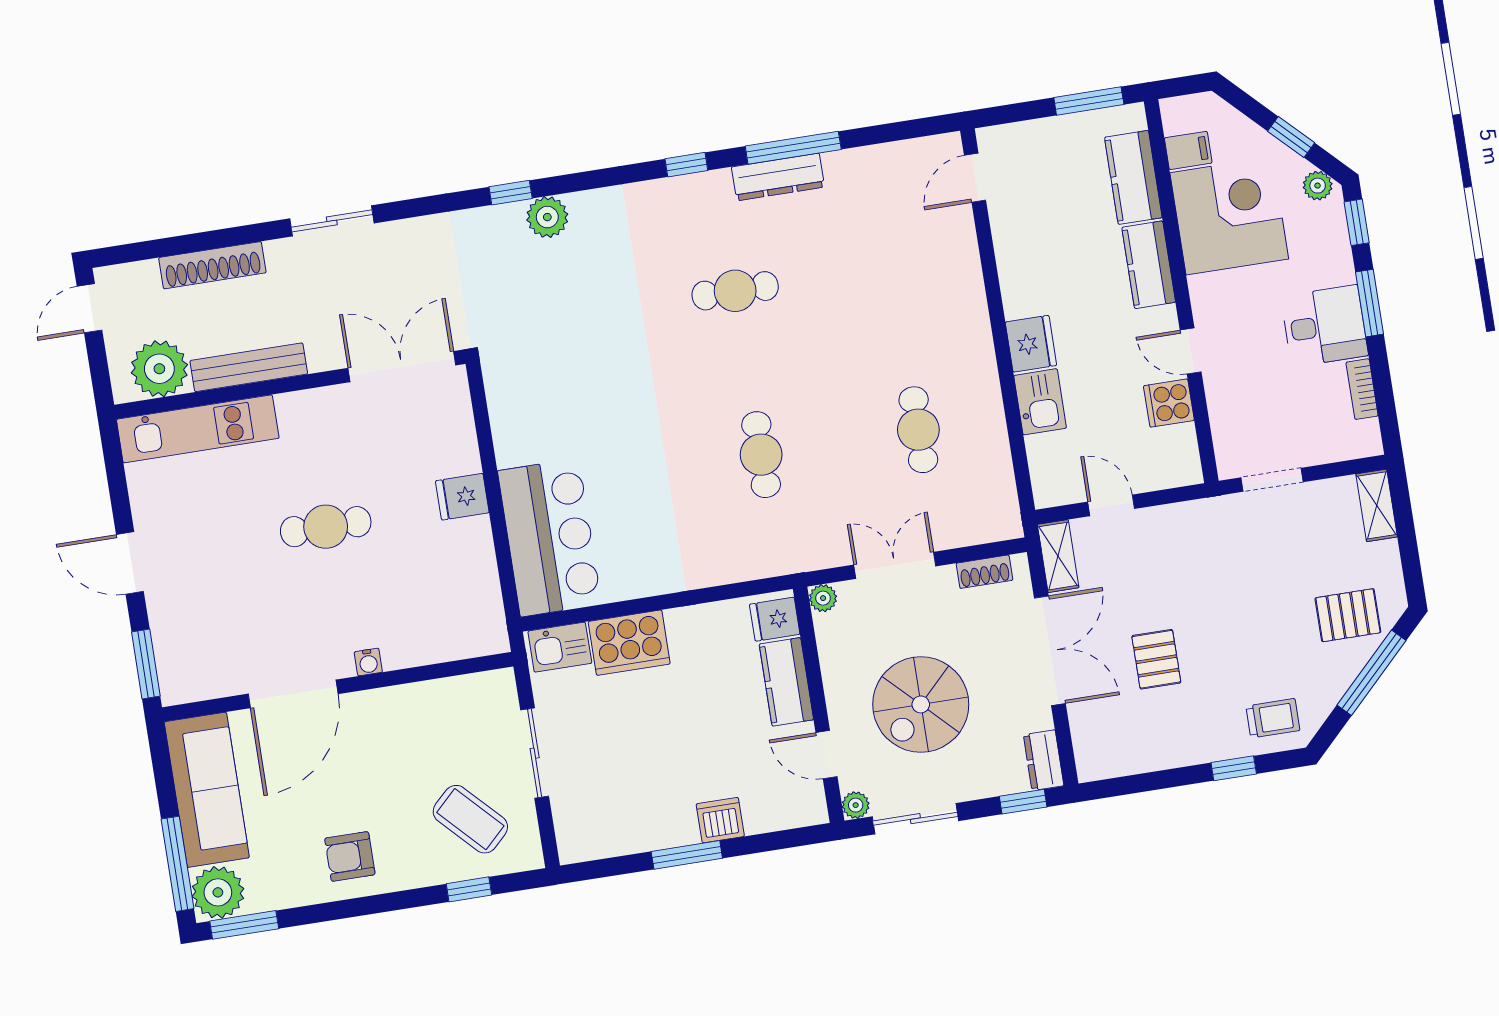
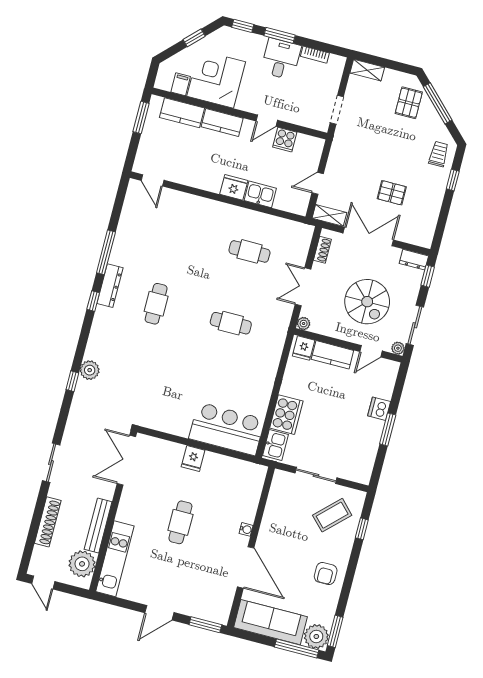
dresser: (778, 177) -> (110, 286), moved
plant: (1318, 186) -> (220, 36), removed

